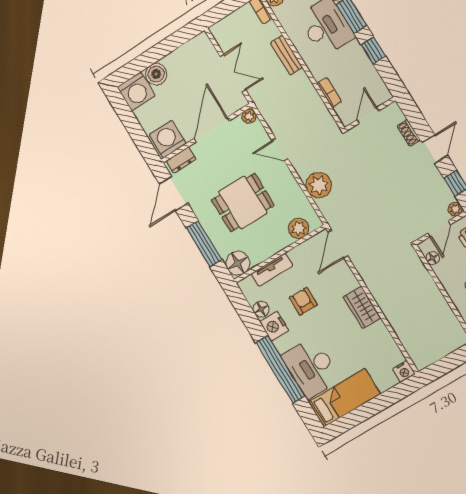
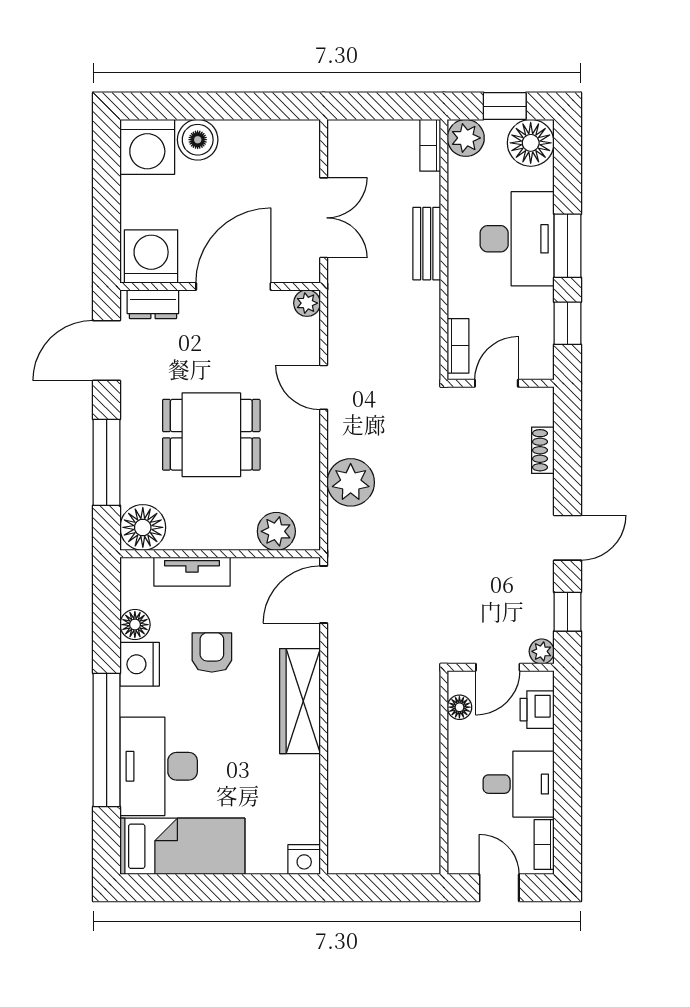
wall: (370, 114) -> (501, 383), moved
door: (368, 115) -> (496, 383), moved
shoe rack: (409, 133) -> (543, 450), moved
wardrobe: (362, 307) -> (300, 701), width x1.50

